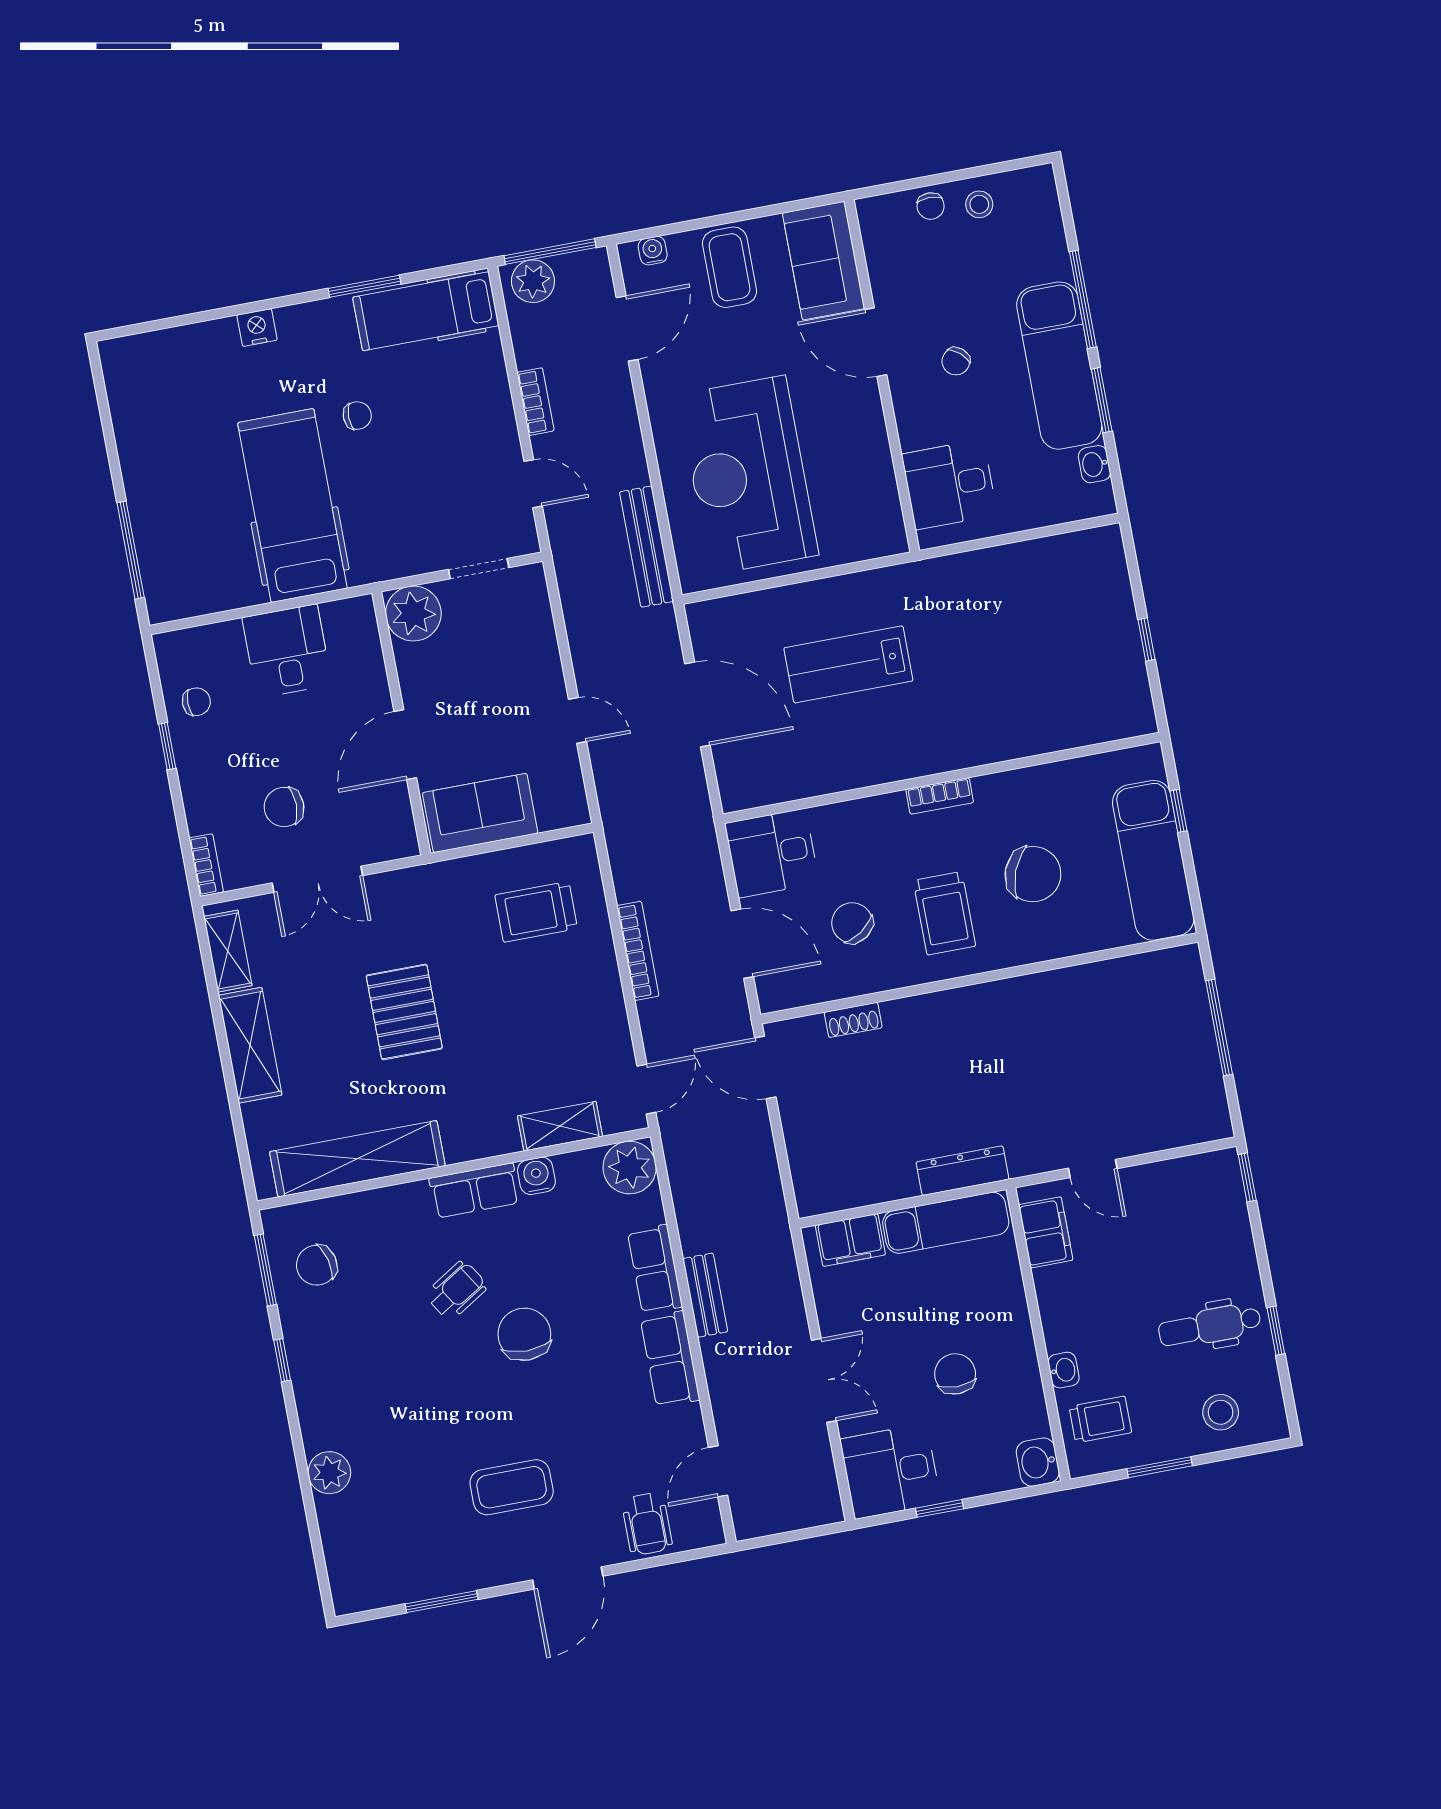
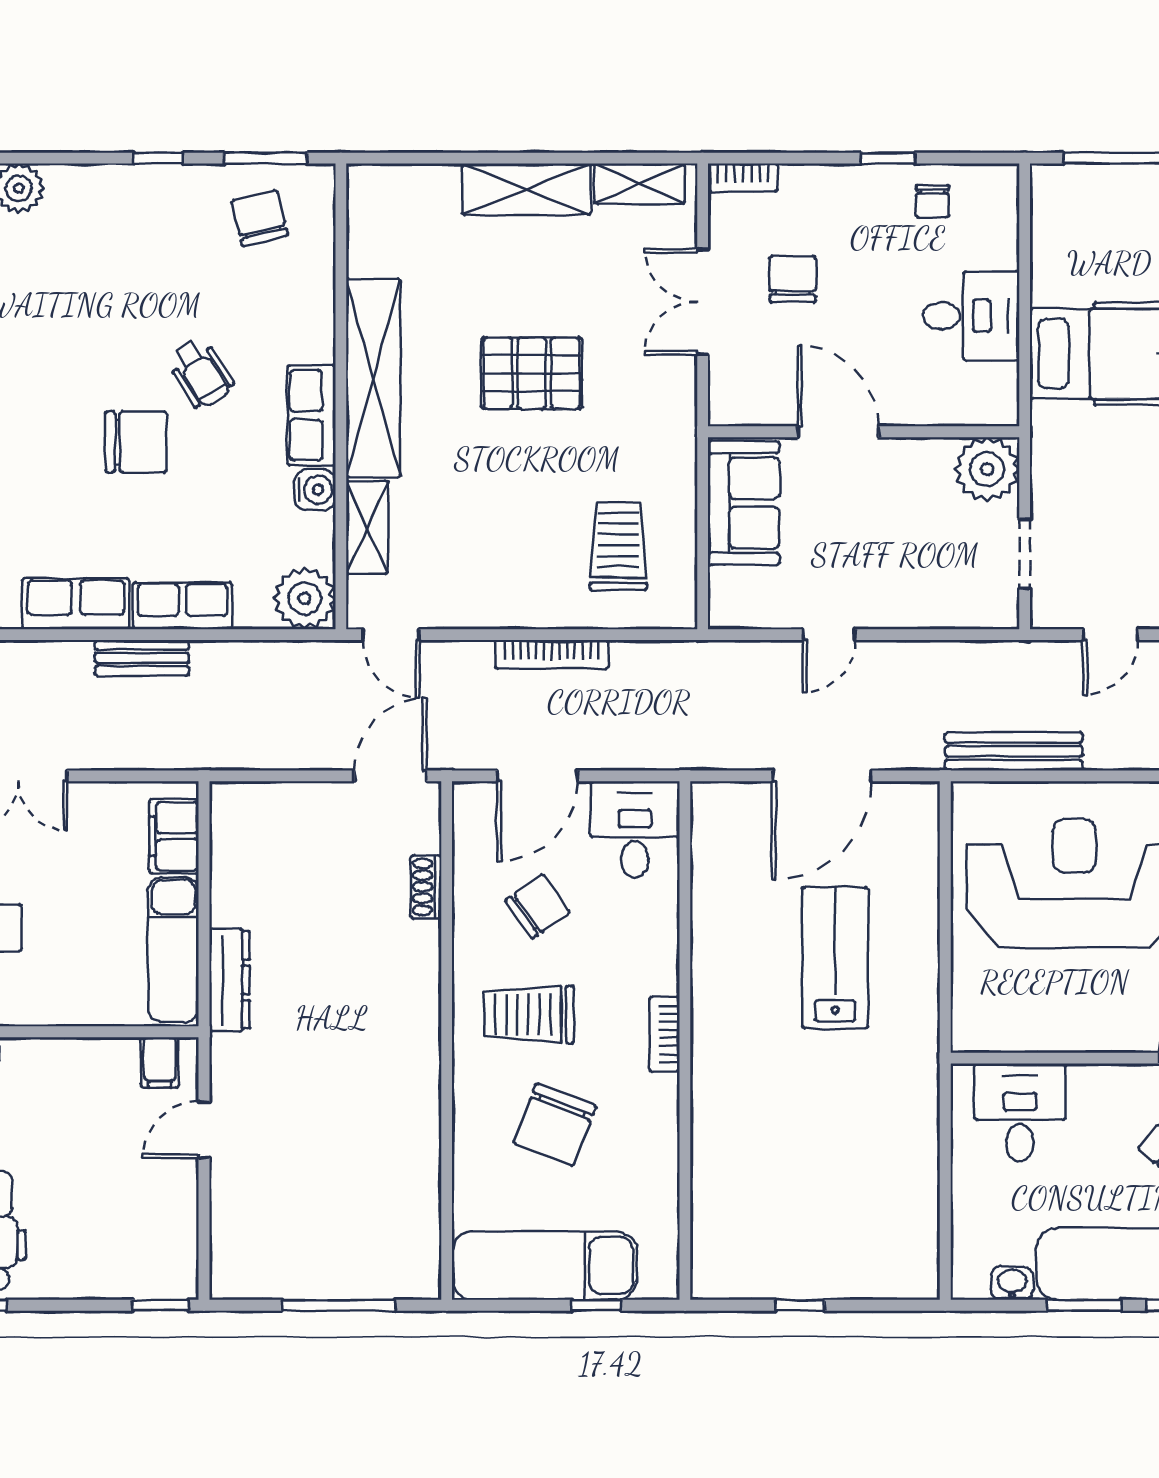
shelving: (357, 1159) -> (373, 378), moved
filing cabinet: (1046, 1232) -> (160, 1062), width x0.50

